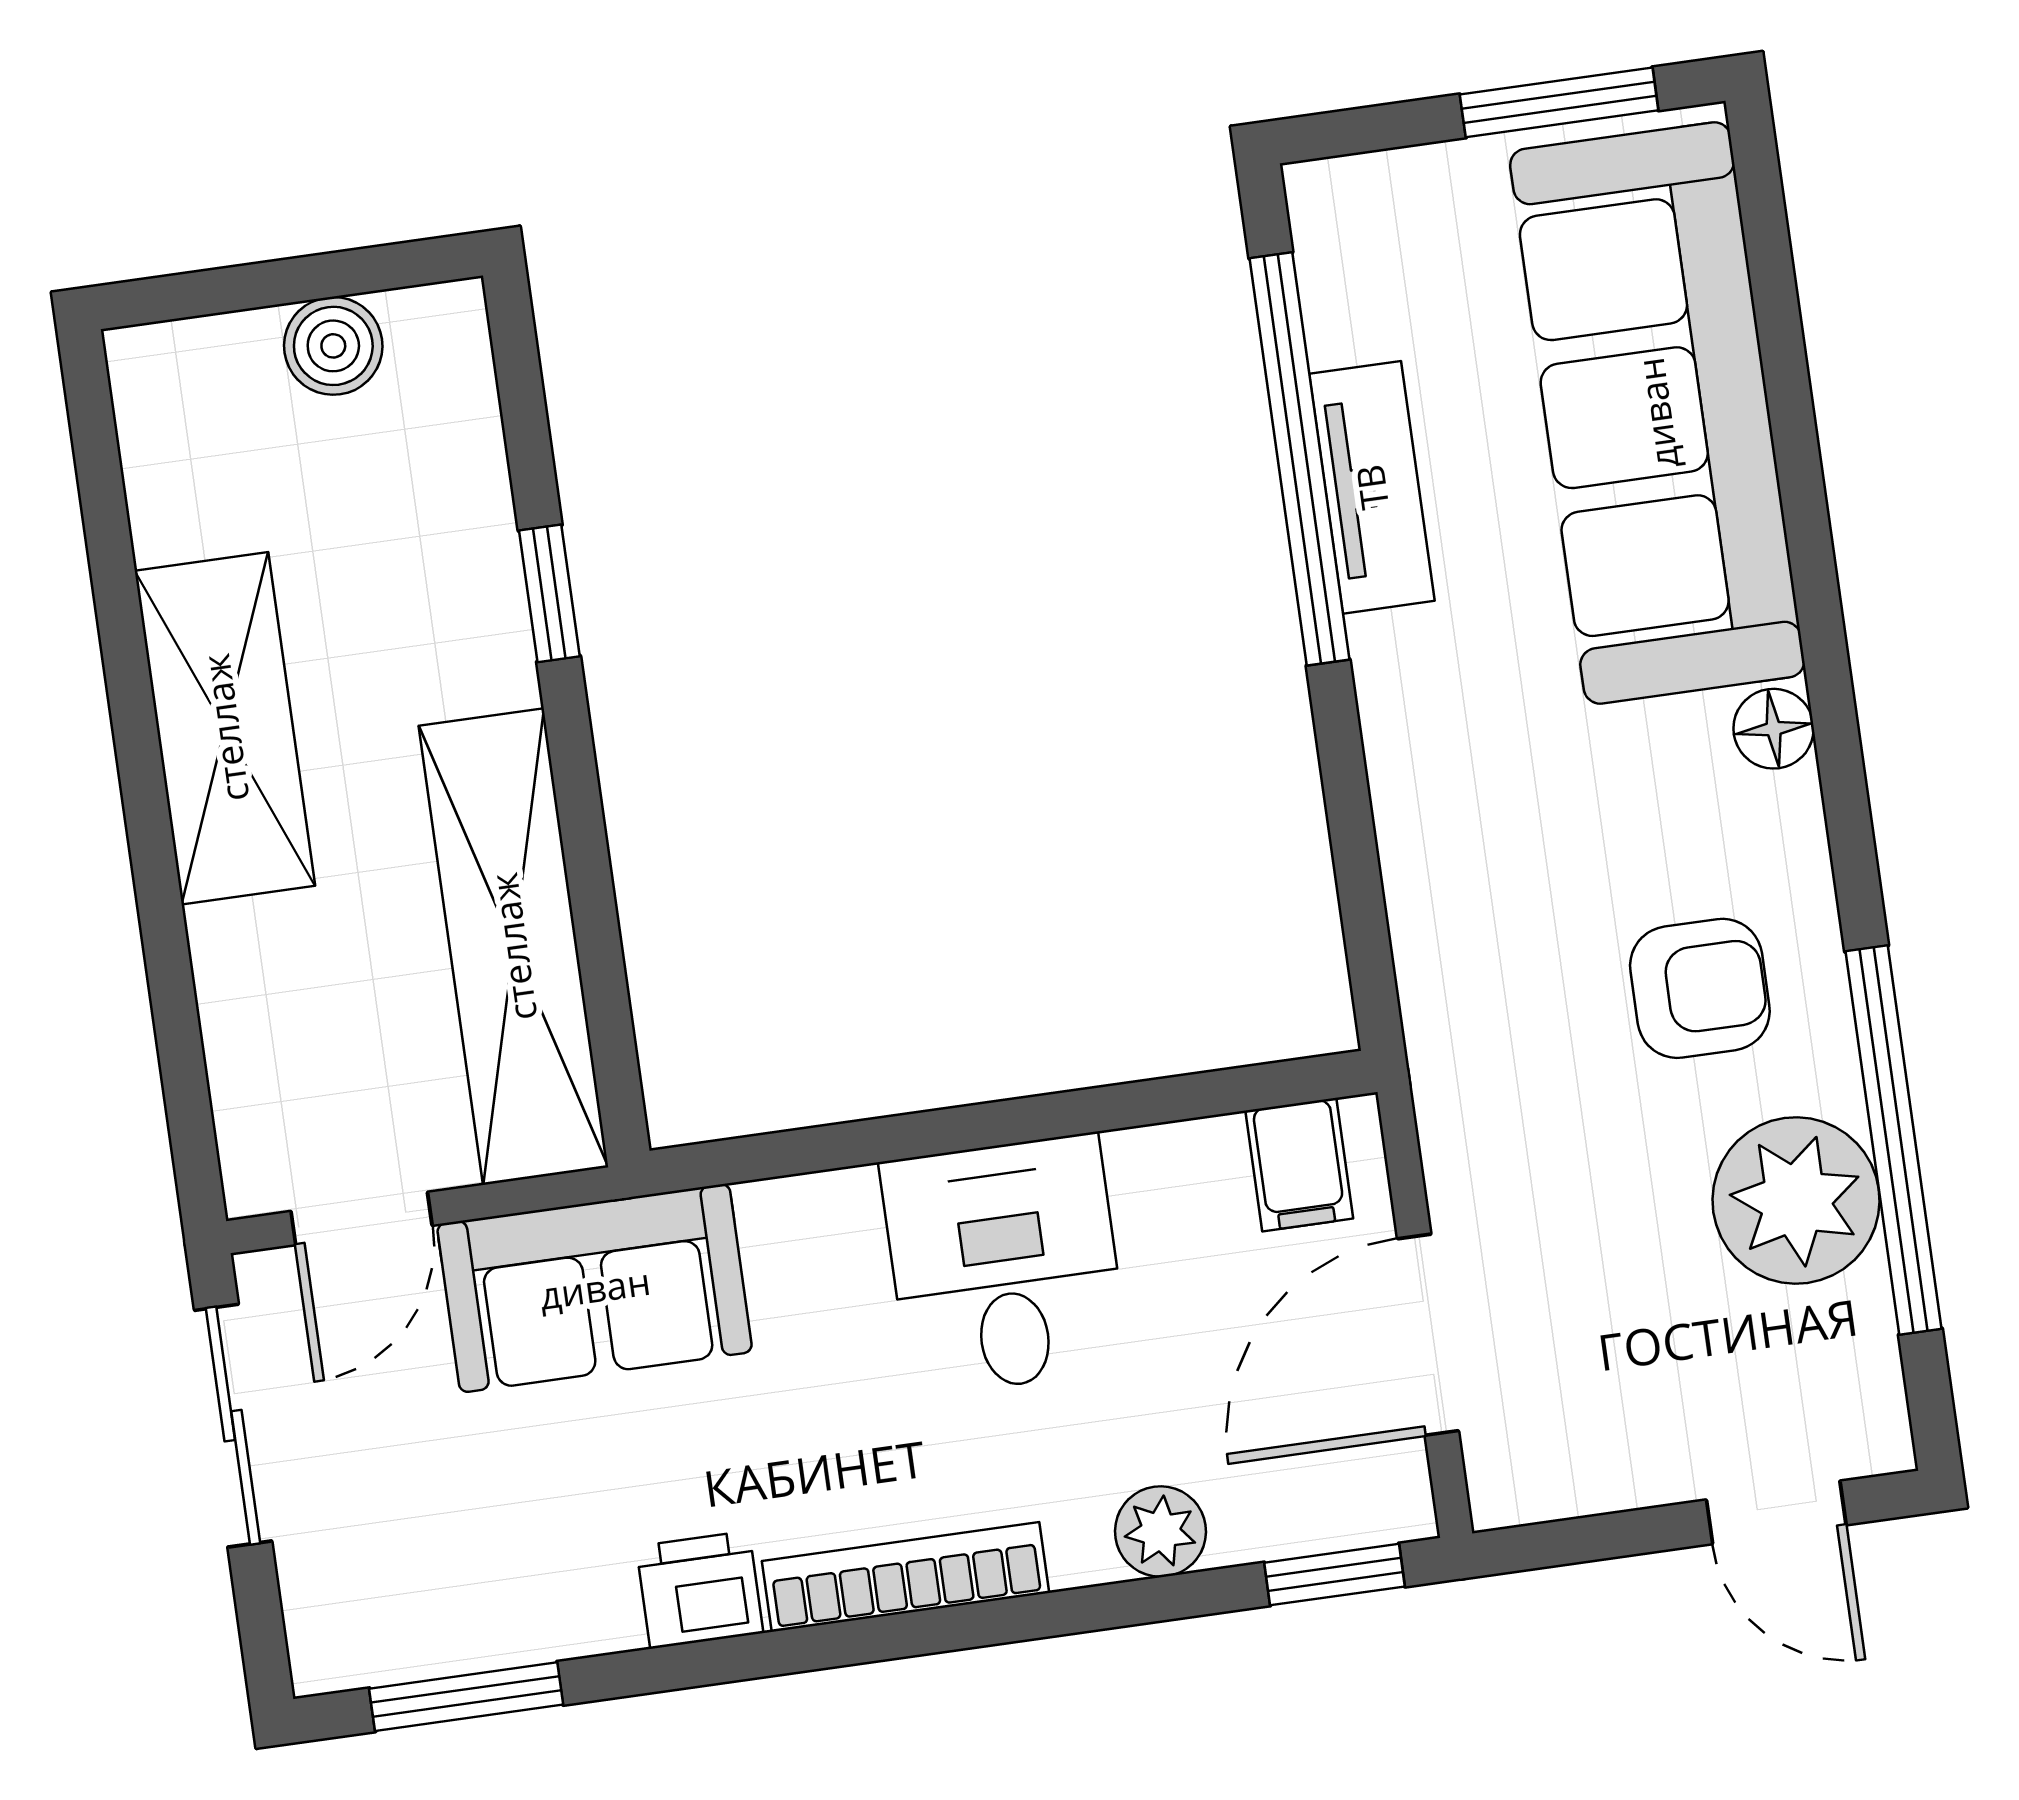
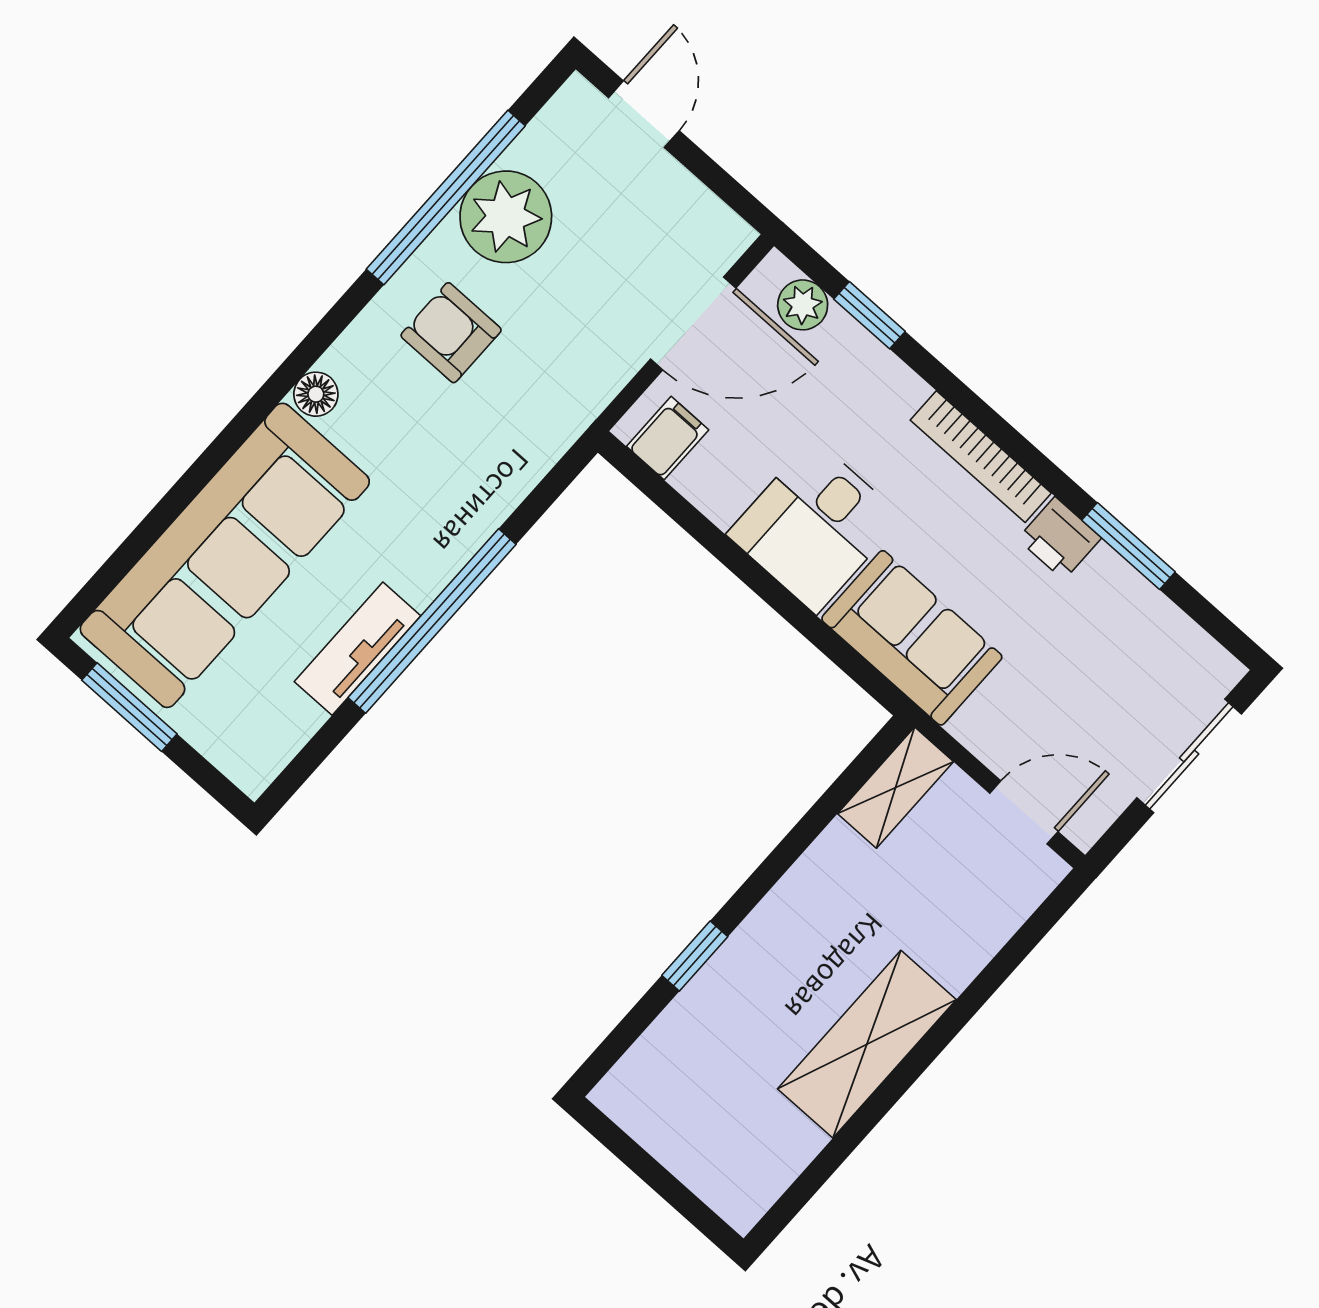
boiler: (333, 346) -> (668, 1135), removed
window: (1299, 459) -> (432, 621), moved
shelving: (513, 947) -> (896, 788), width x0.45, depth x0.75
sofa: (595, 1288) -> (912, 638), moved
sliding door: (233, 1426) -> (1189, 756), moved
plant: (1161, 1532) -> (803, 305), moved
window: (1335, 1575) -> (869, 315), moved
window: (466, 1697) -> (1129, 546), moved

